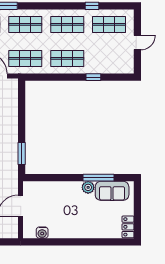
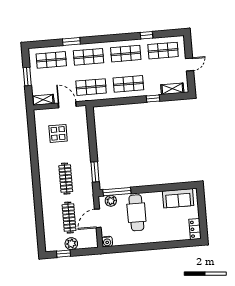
shelving: (116, 68) -> (172, 89), added
window: (98, 178) -> (117, 192), moved
plant: (88, 187) -> (111, 201), moved
cafe table: (64, 203) -> (136, 213), added
water cooler: (42, 233) -> (107, 242), moved

